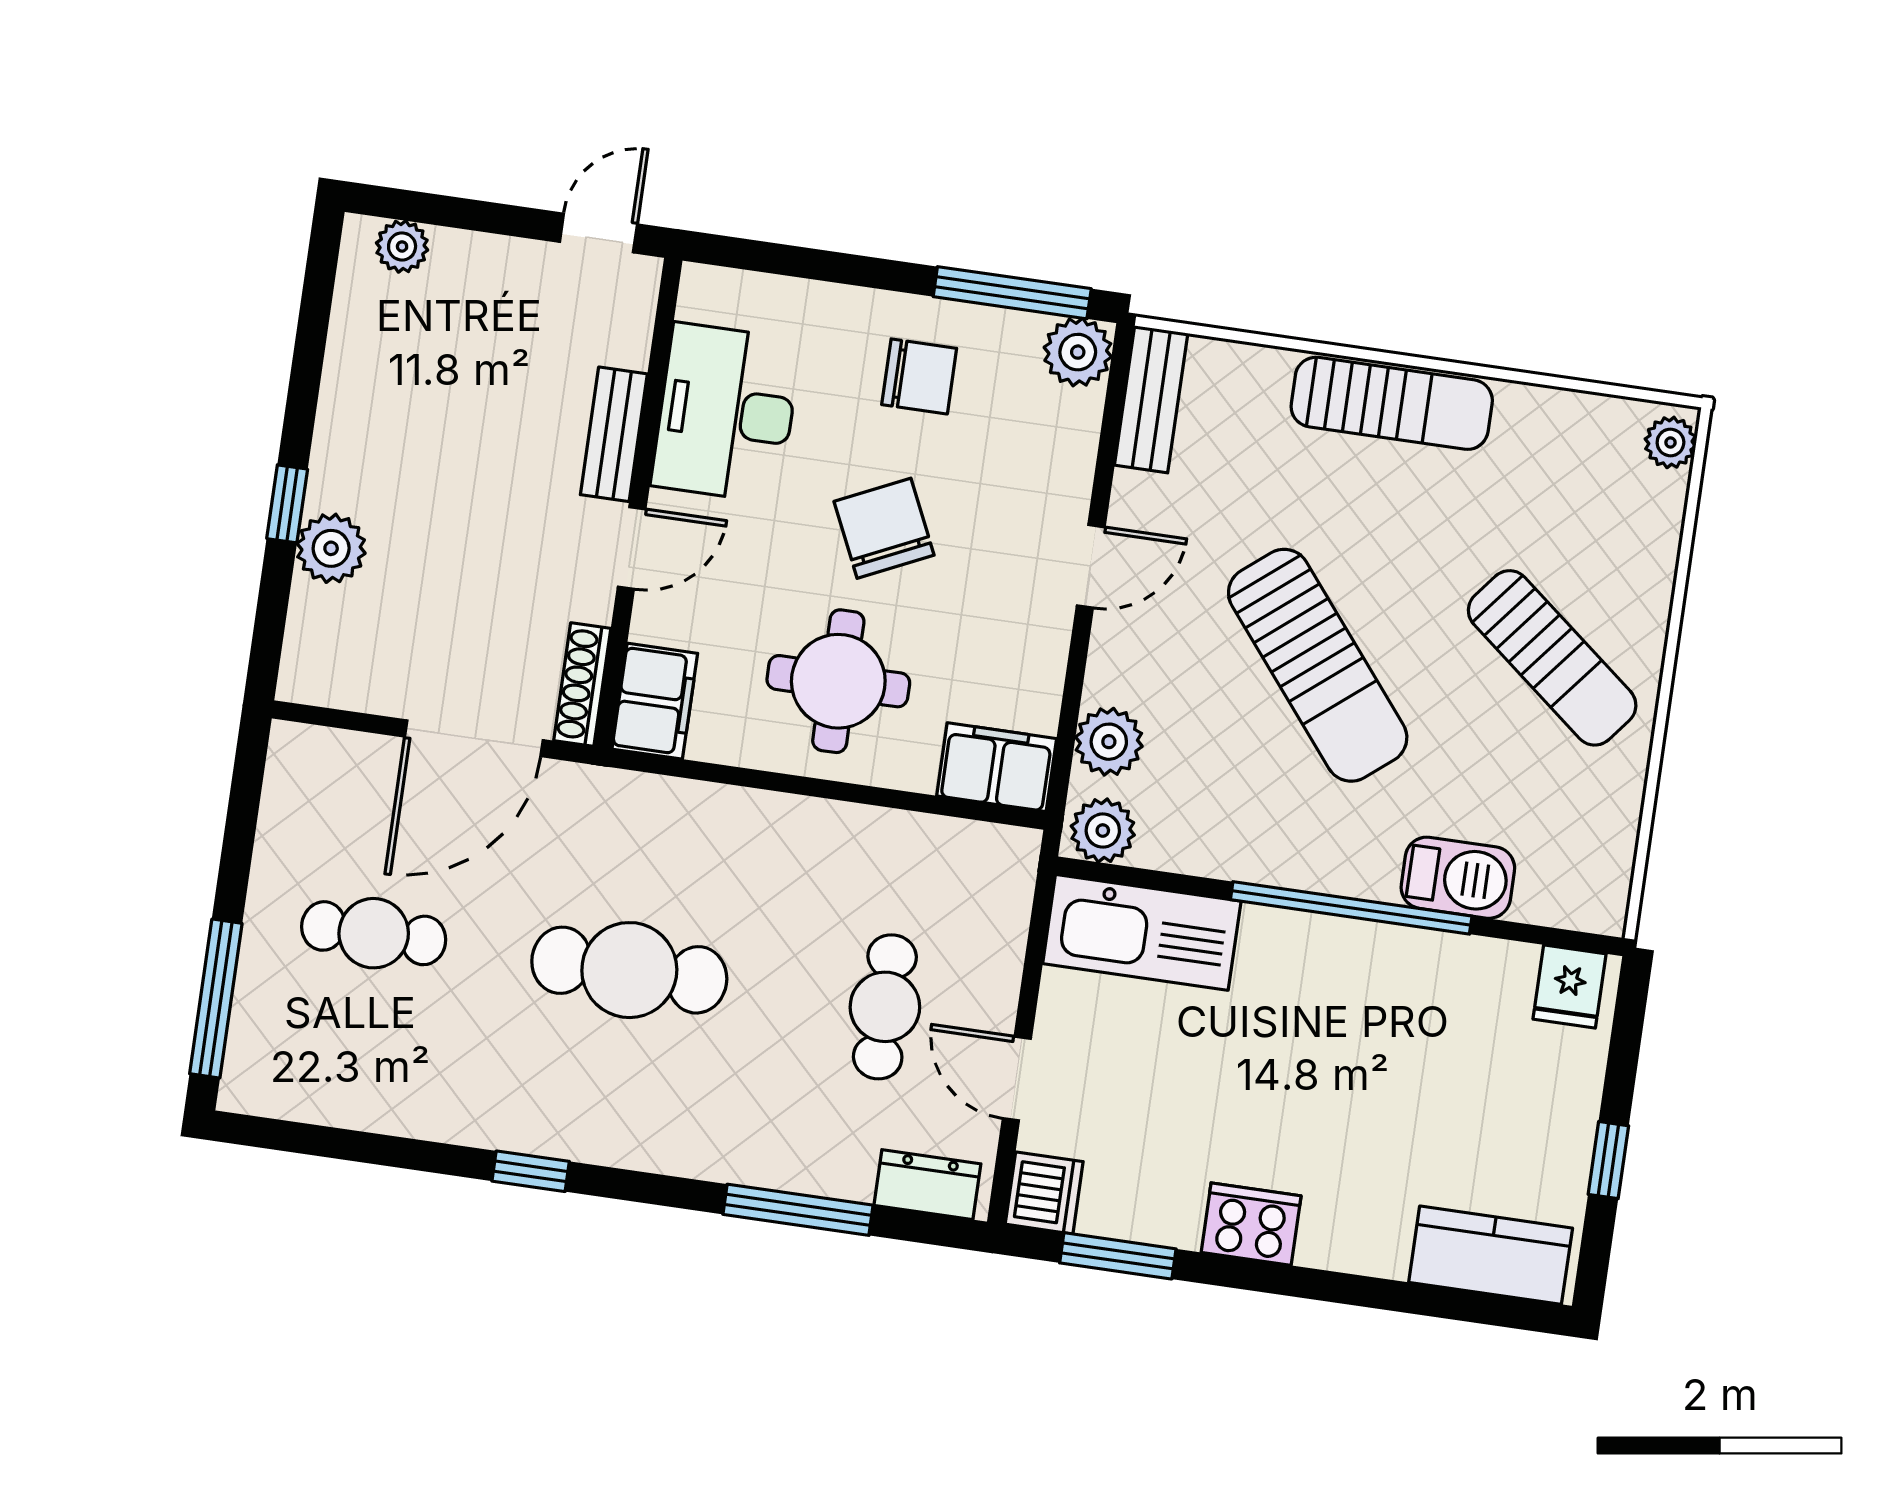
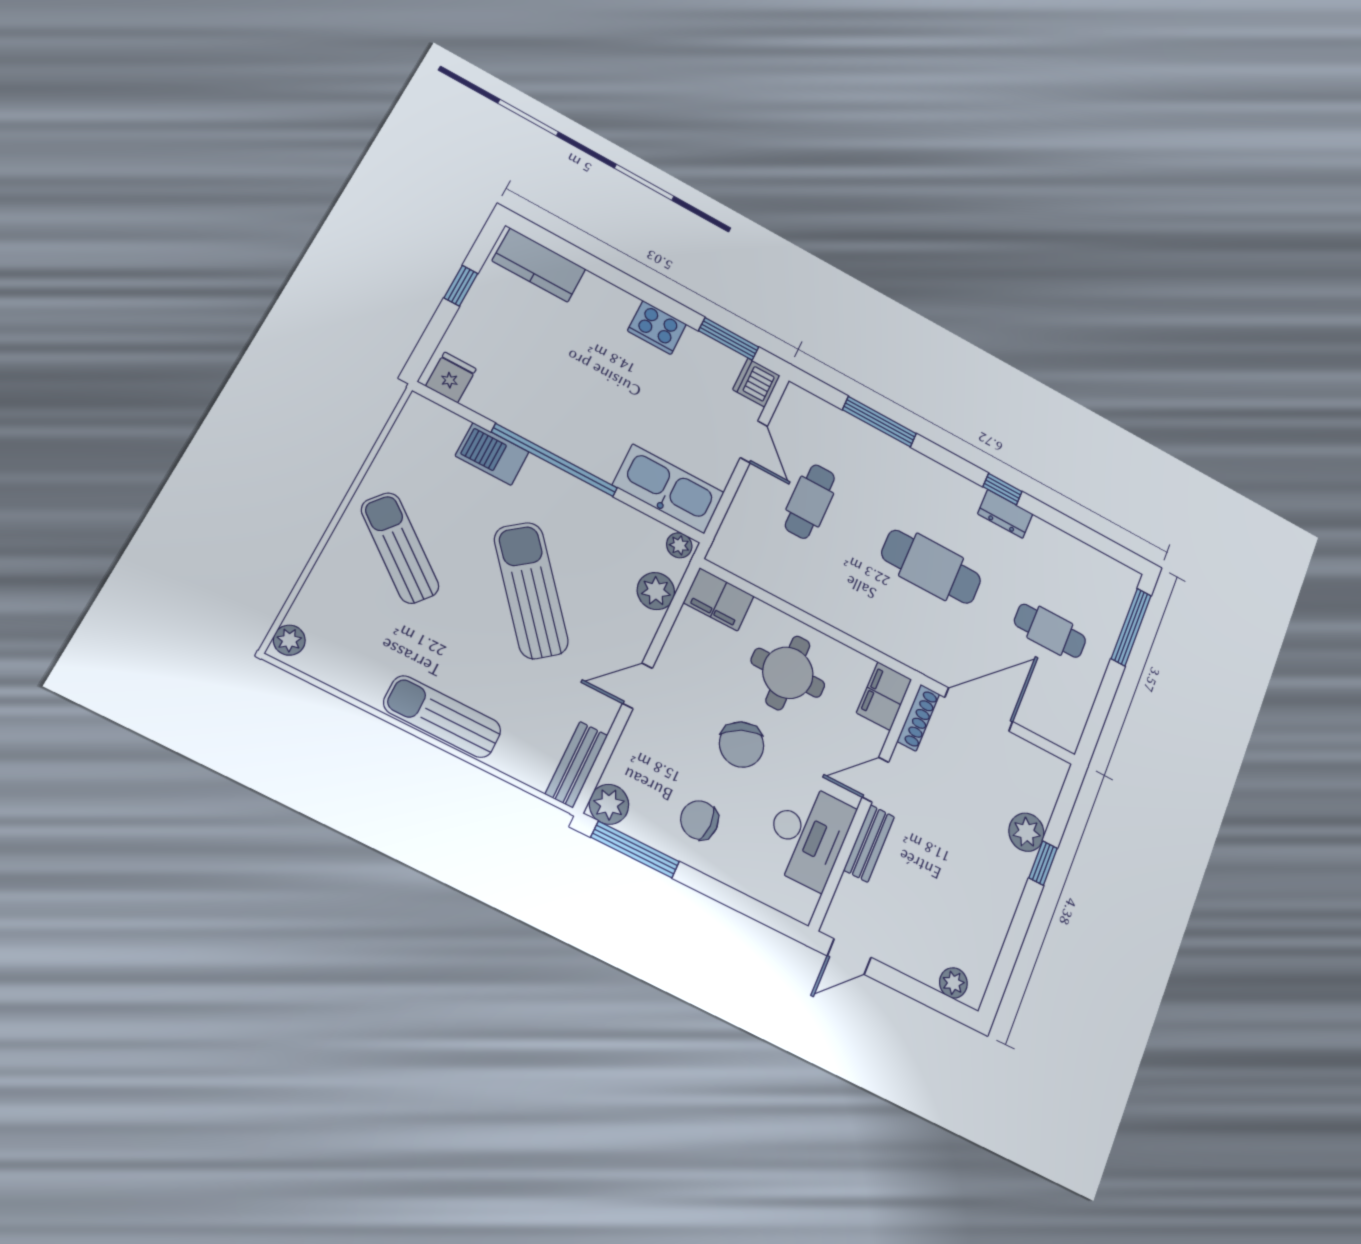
plant: (1103, 831) -> (679, 545), width x0.73, depth x0.73
dresser: (927, 1185) -> (1005, 514), moved

